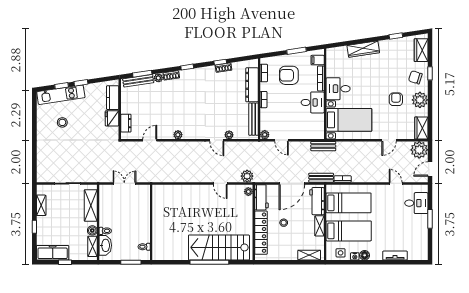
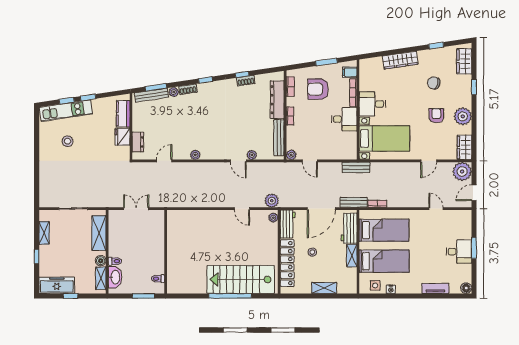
chair: (415, 77) -> (434, 83), moved
desk: (416, 203) -> (459, 252), moved
shelving: (309, 255) -> (324, 288), moved
floor lamp: (365, 255) -> (466, 288), moved

